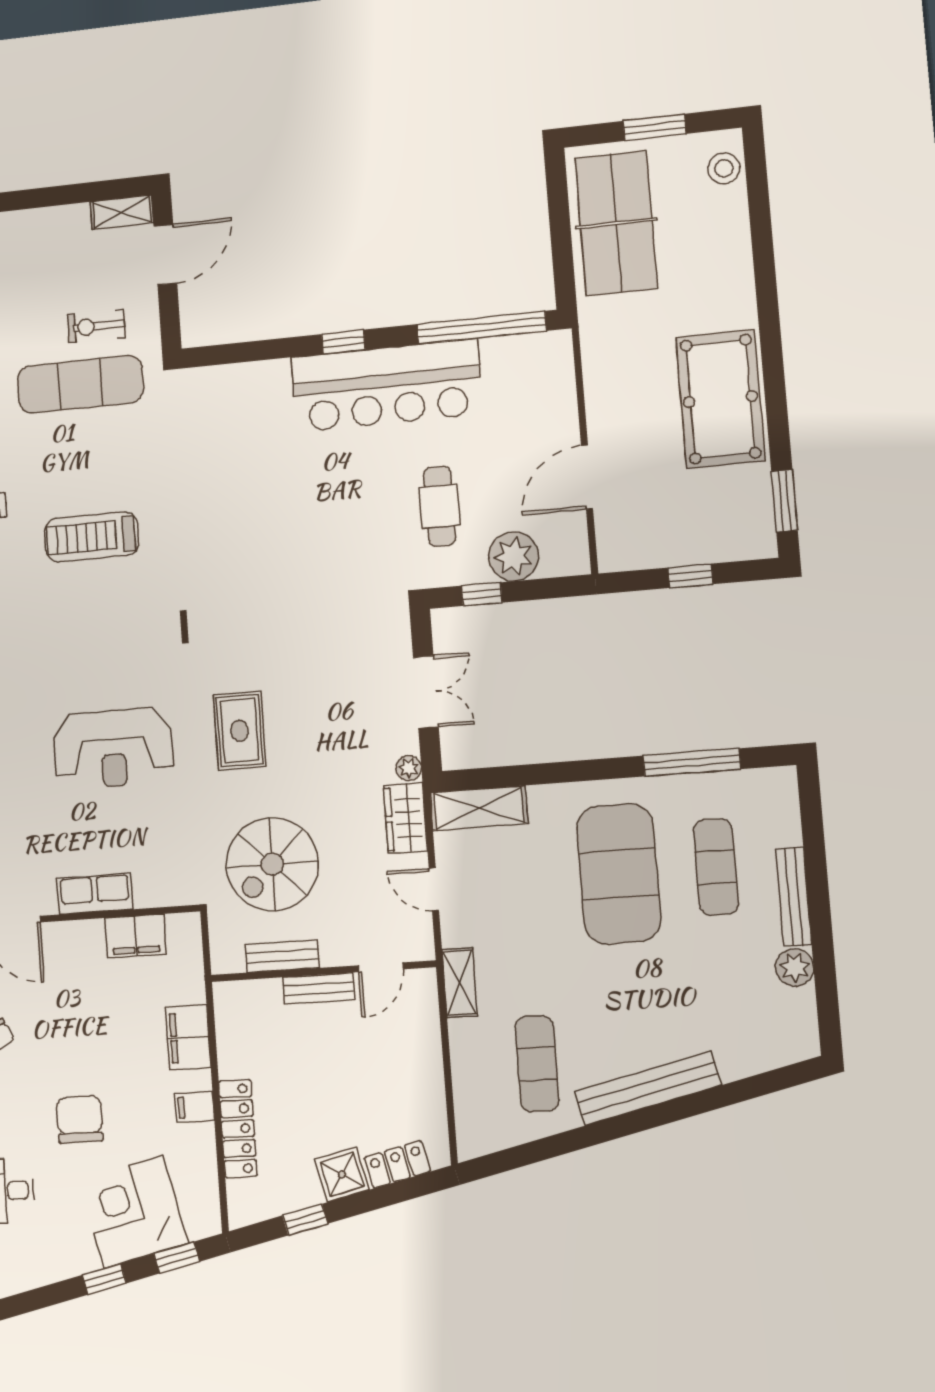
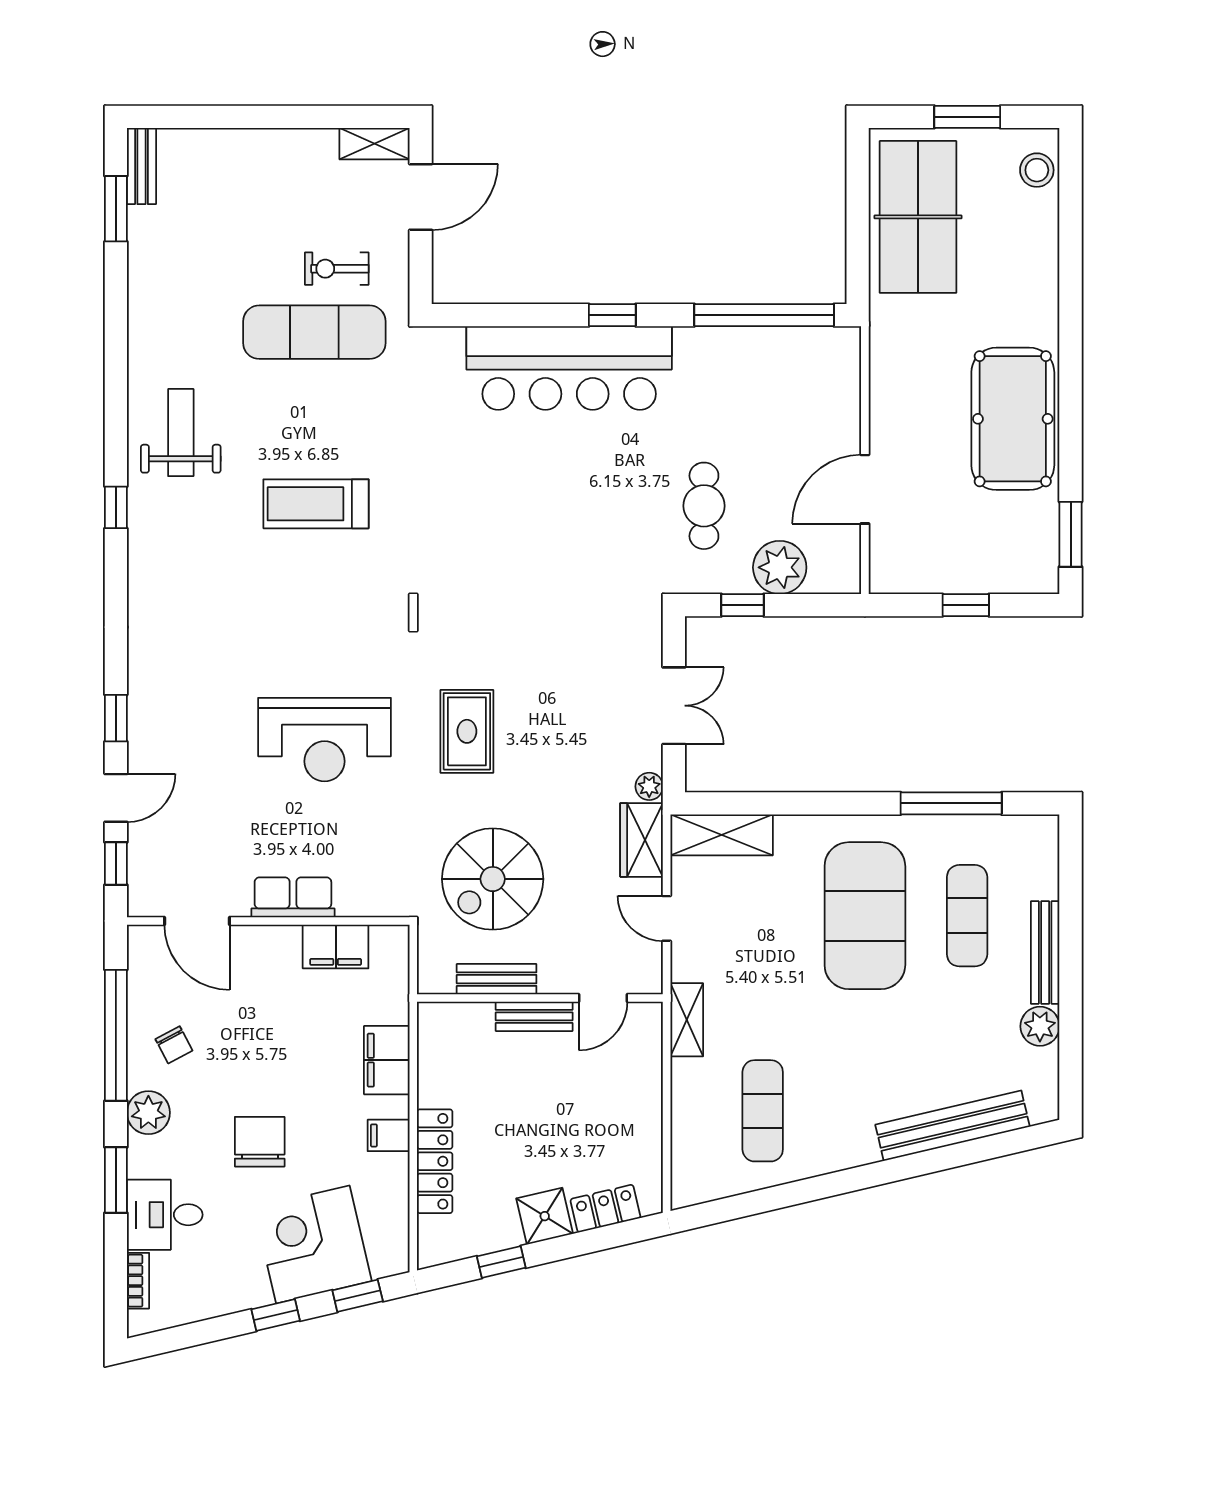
bar counter: (386, 385) -> (569, 368), moved
bench: (648, 1088) -> (953, 1126), moved

